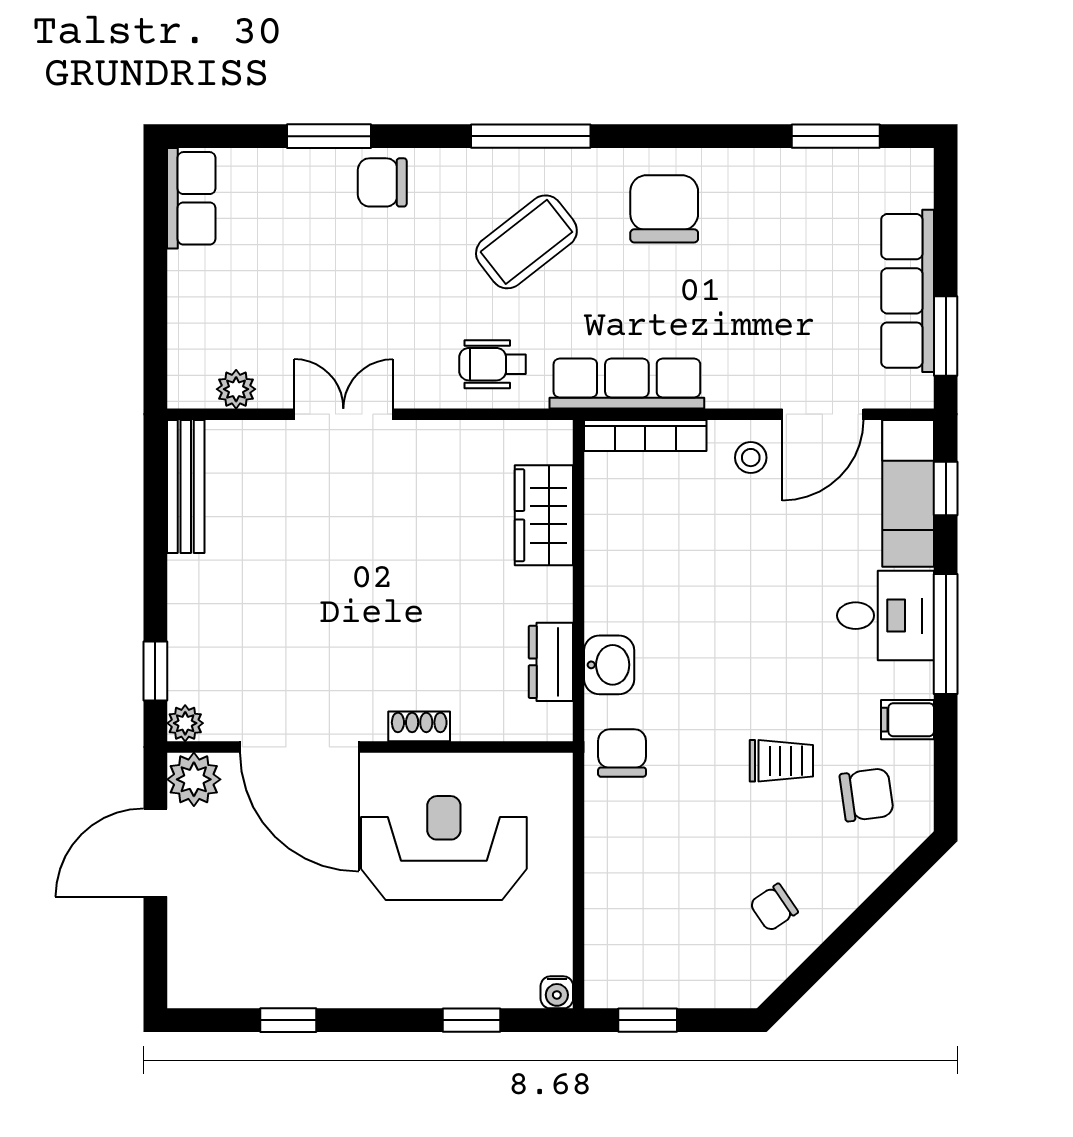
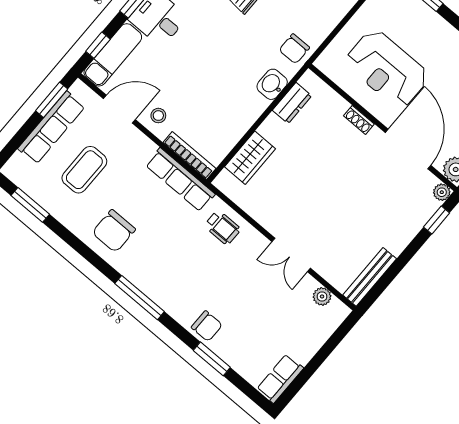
coffee table: (526, 242) -> (84, 170), moved, turned -52

